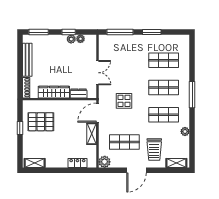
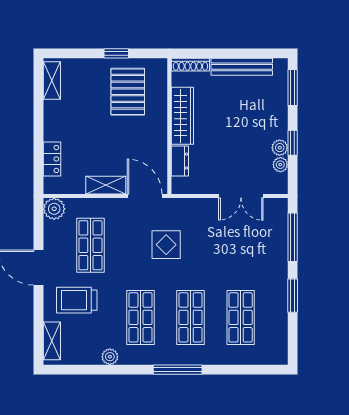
double door: (98, 73) -> (241, 196), moved

